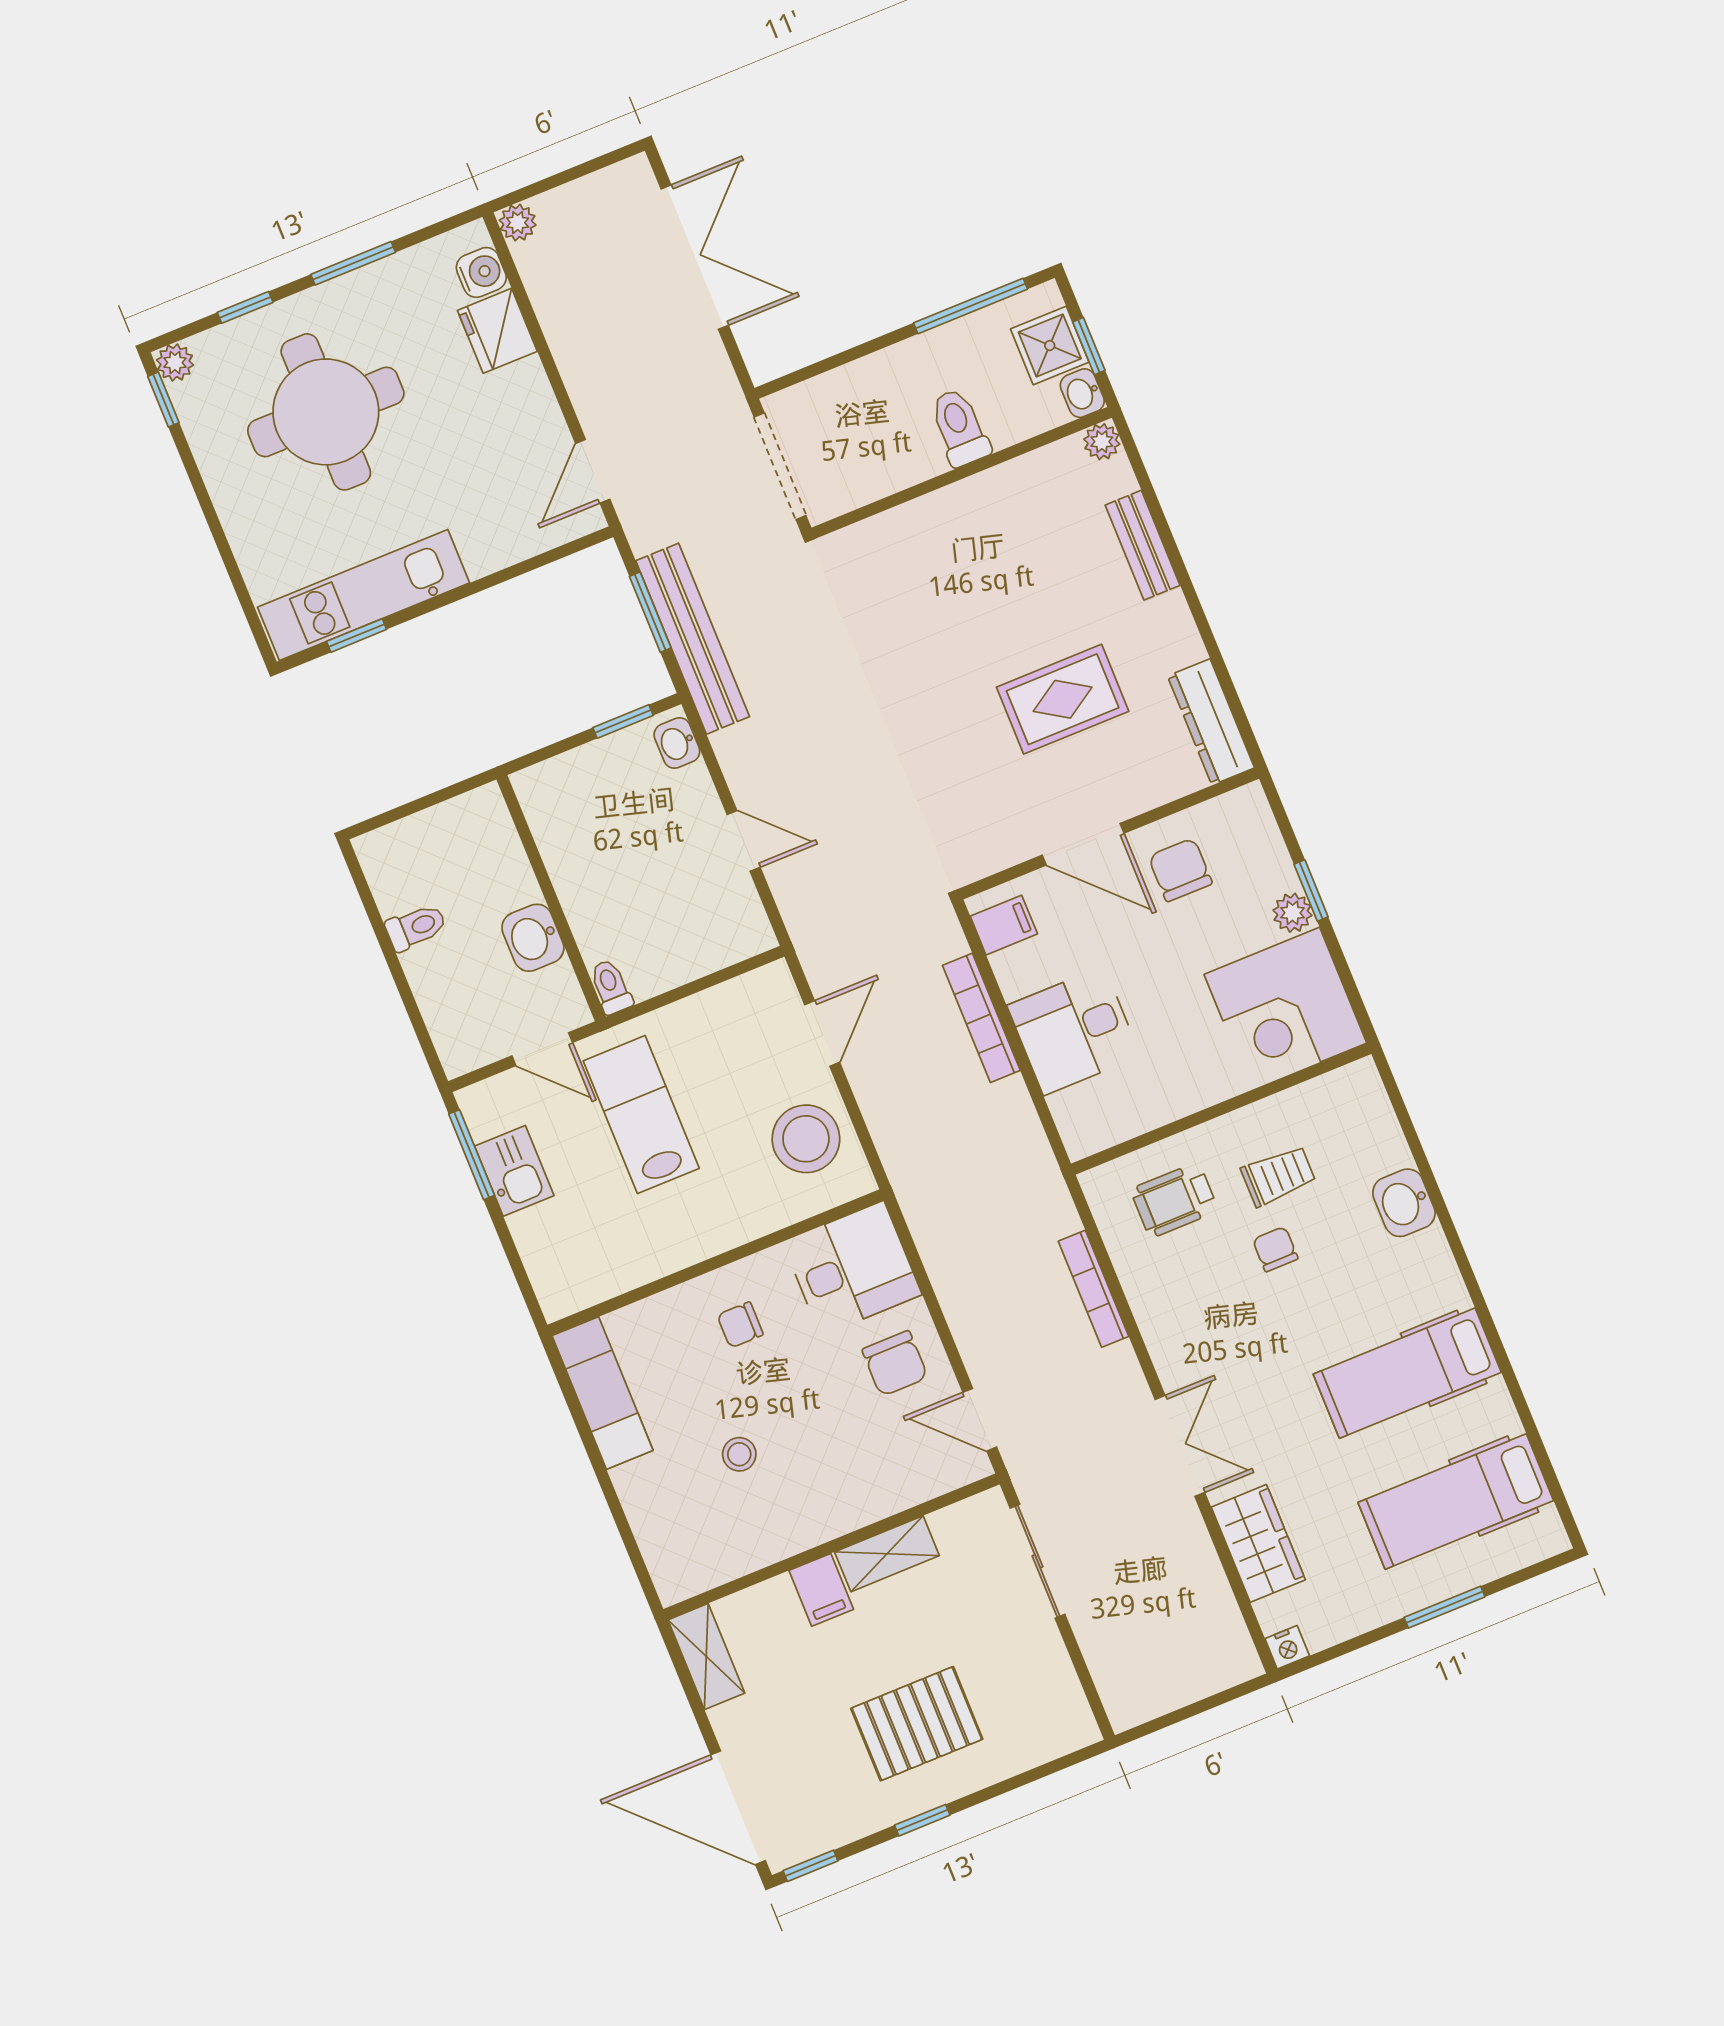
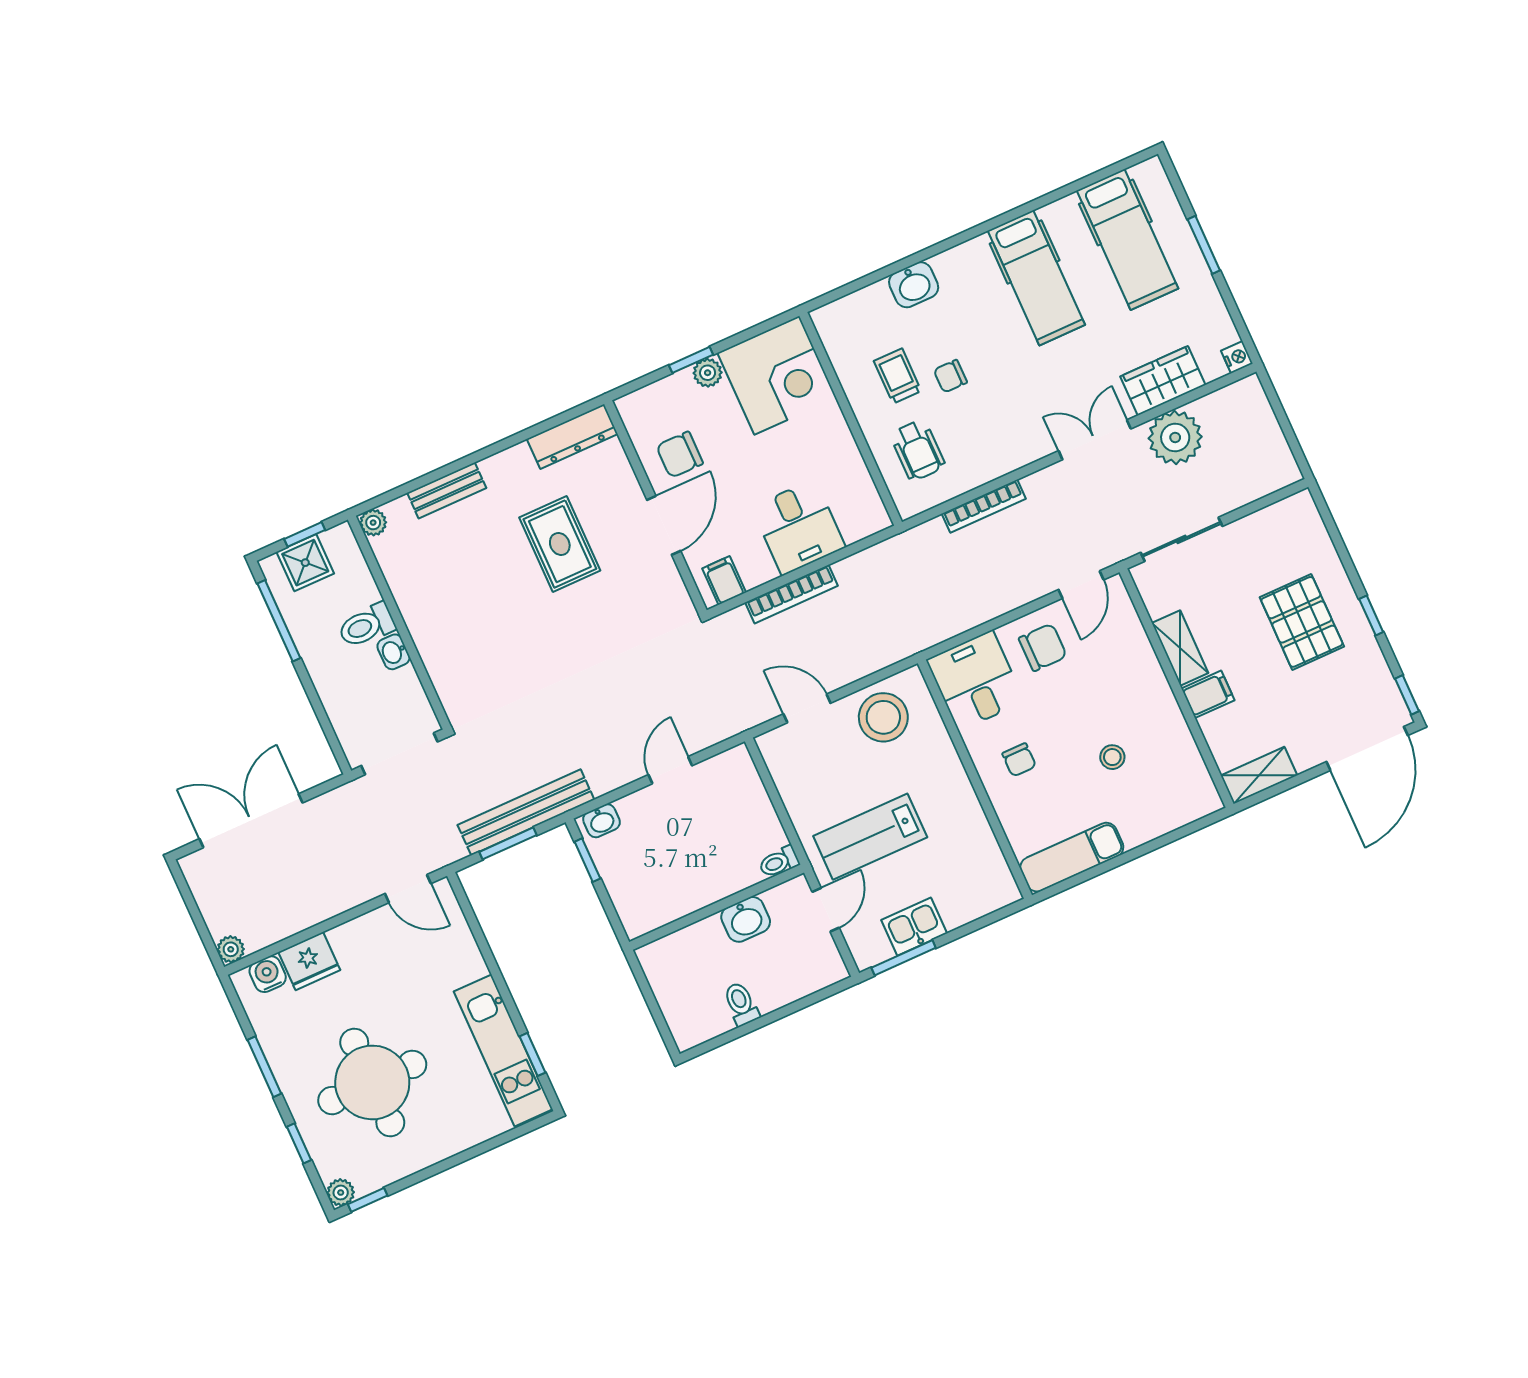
washbasin: (1082, 393) -> (394, 652), moved, turned 90
plant: (1179, 1558) -> (1175, 437), added

